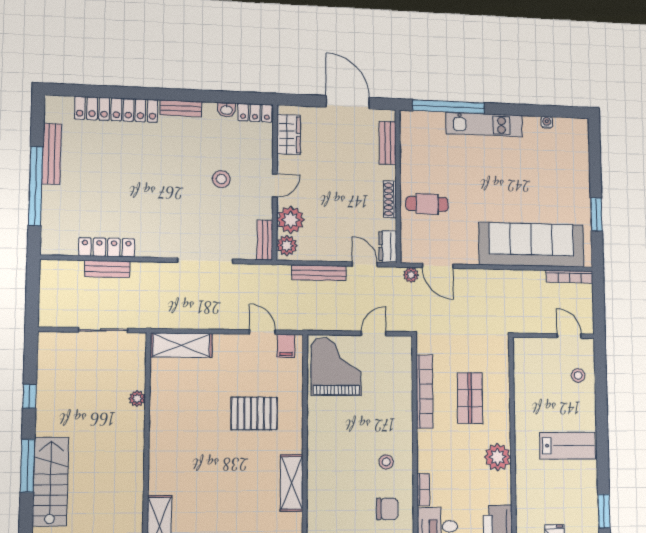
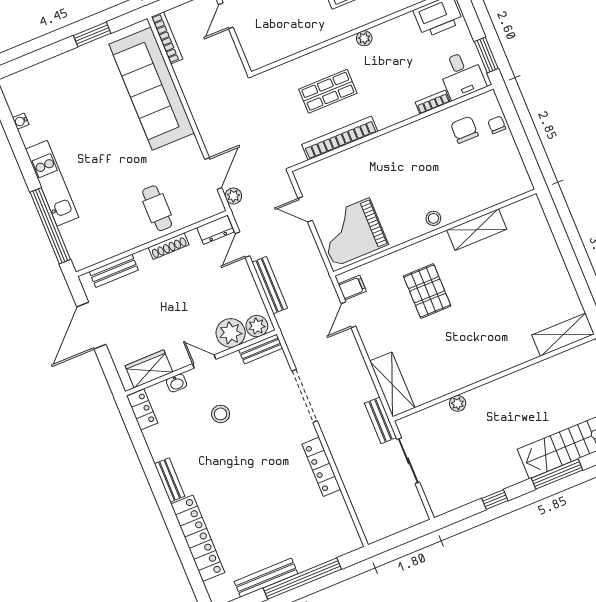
washbasin: (227, 110) -> (177, 383), moved, turned 90
locker: (107, 247) -> (321, 467), moved
bench: (107, 269) -> (380, 420), moved
plant: (498, 457) -> (364, 38), width x0.53, depth x0.53
stool: (386, 462) -> (433, 218), moved

